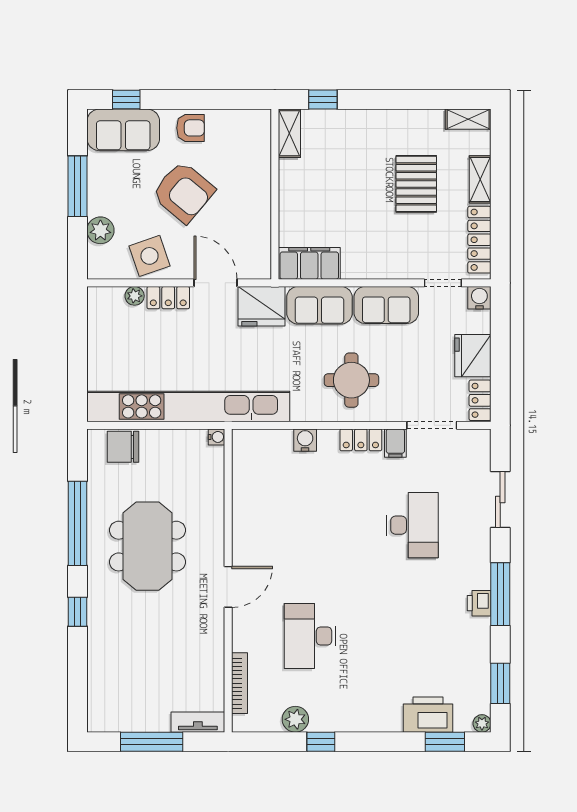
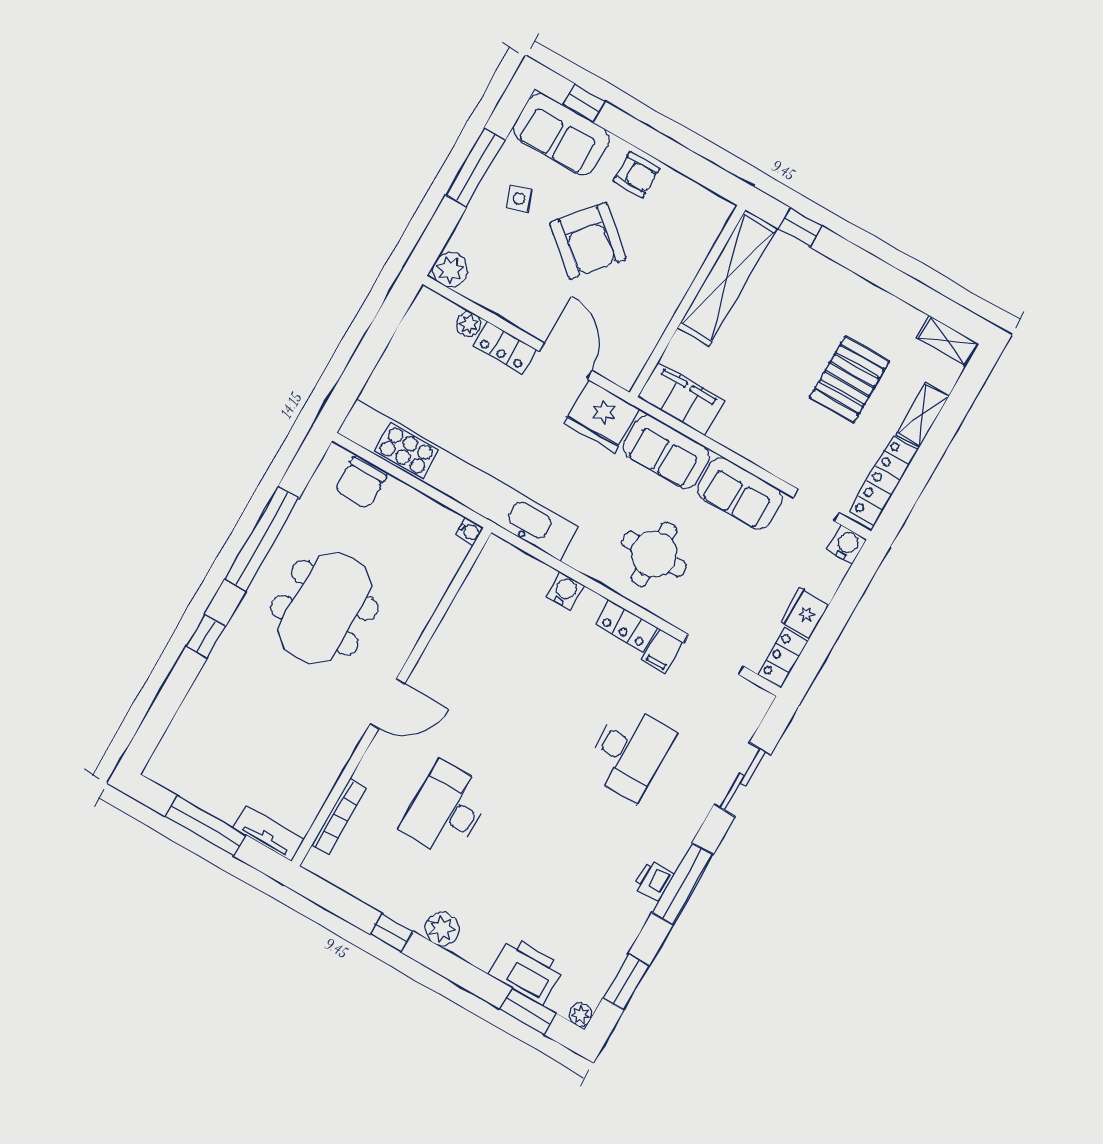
shelving: (289, 133) -> (727, 278), width x2.20, depth x1.33
plant: (100, 230) -> (450, 270), moved
side table: (149, 256) -> (519, 198), moved, width x0.54, depth x0.54
fridge: (473, 356) -> (805, 613), width x0.73, depth x0.75
chair: (123, 447) -> (360, 483), turned -90
plant: (295, 719) -> (442, 929), moved

